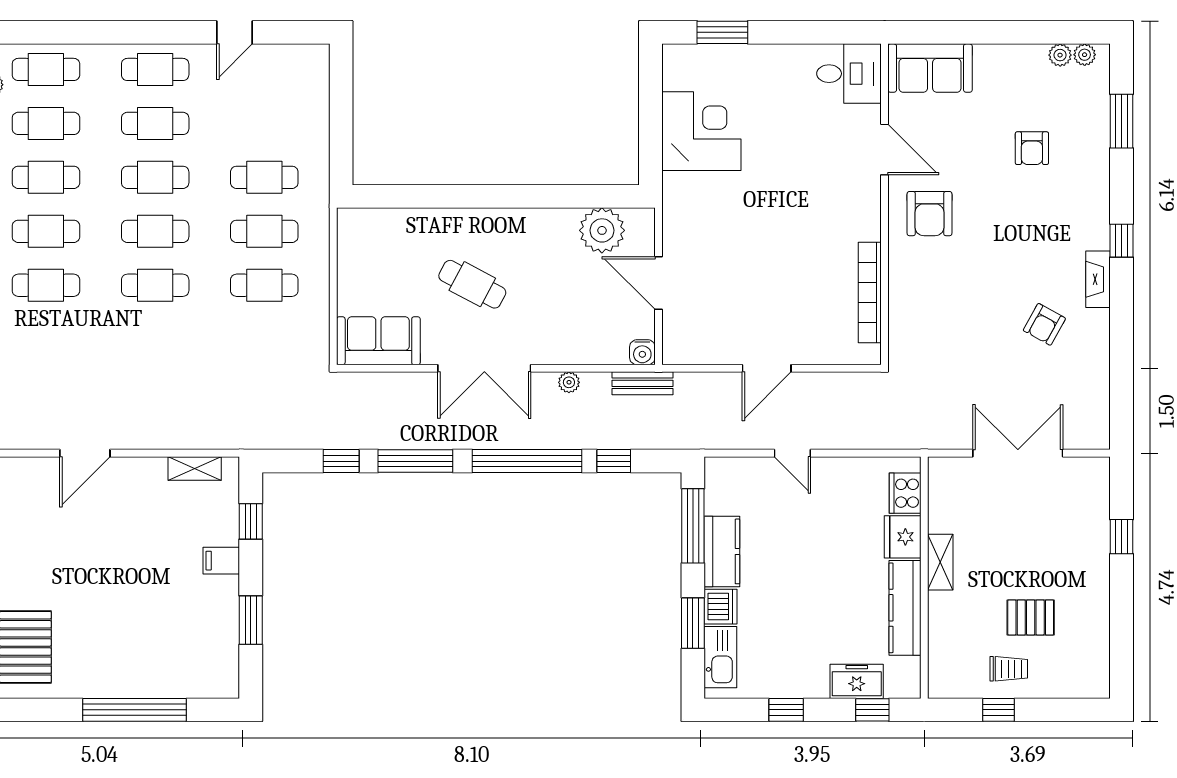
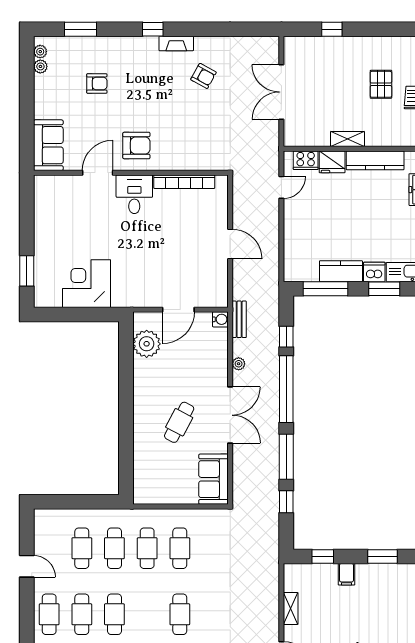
desk: (849, 74) -> (134, 194), moved
cafe table: (155, 231) -> (82, 548), moved
door: (792, 453) -> (281, 187), moved
shelving: (195, 468) -> (291, 609), moved

